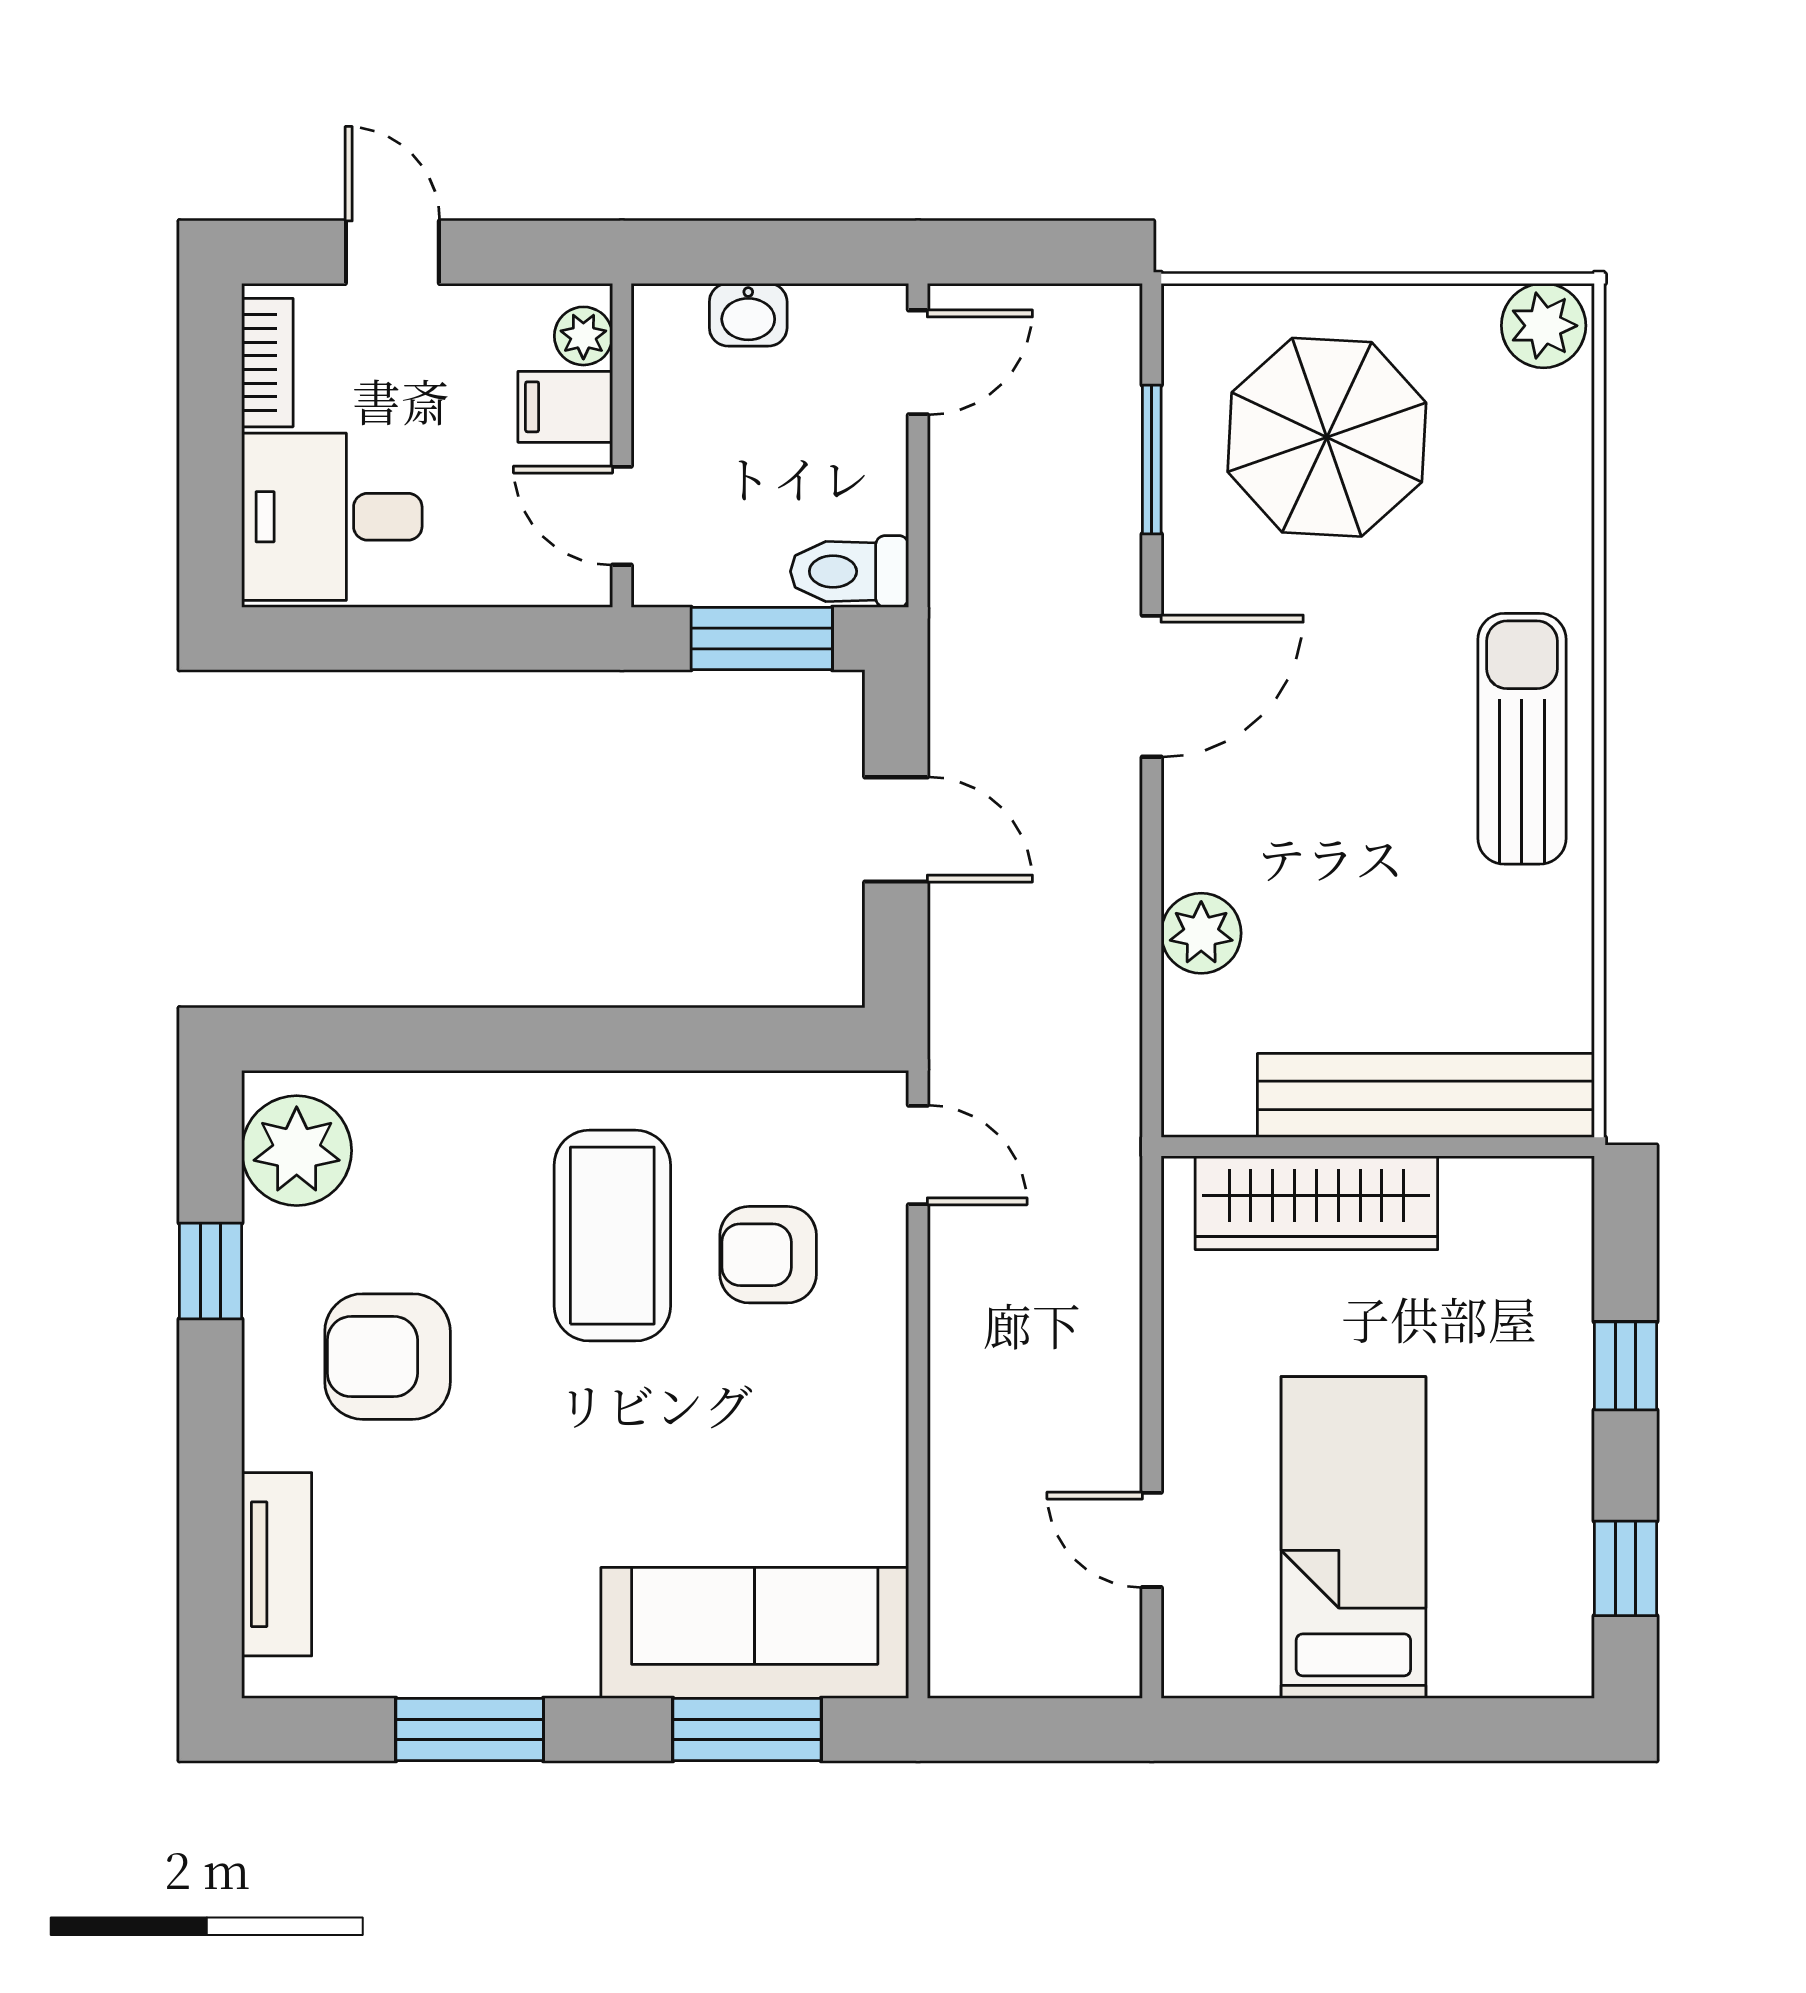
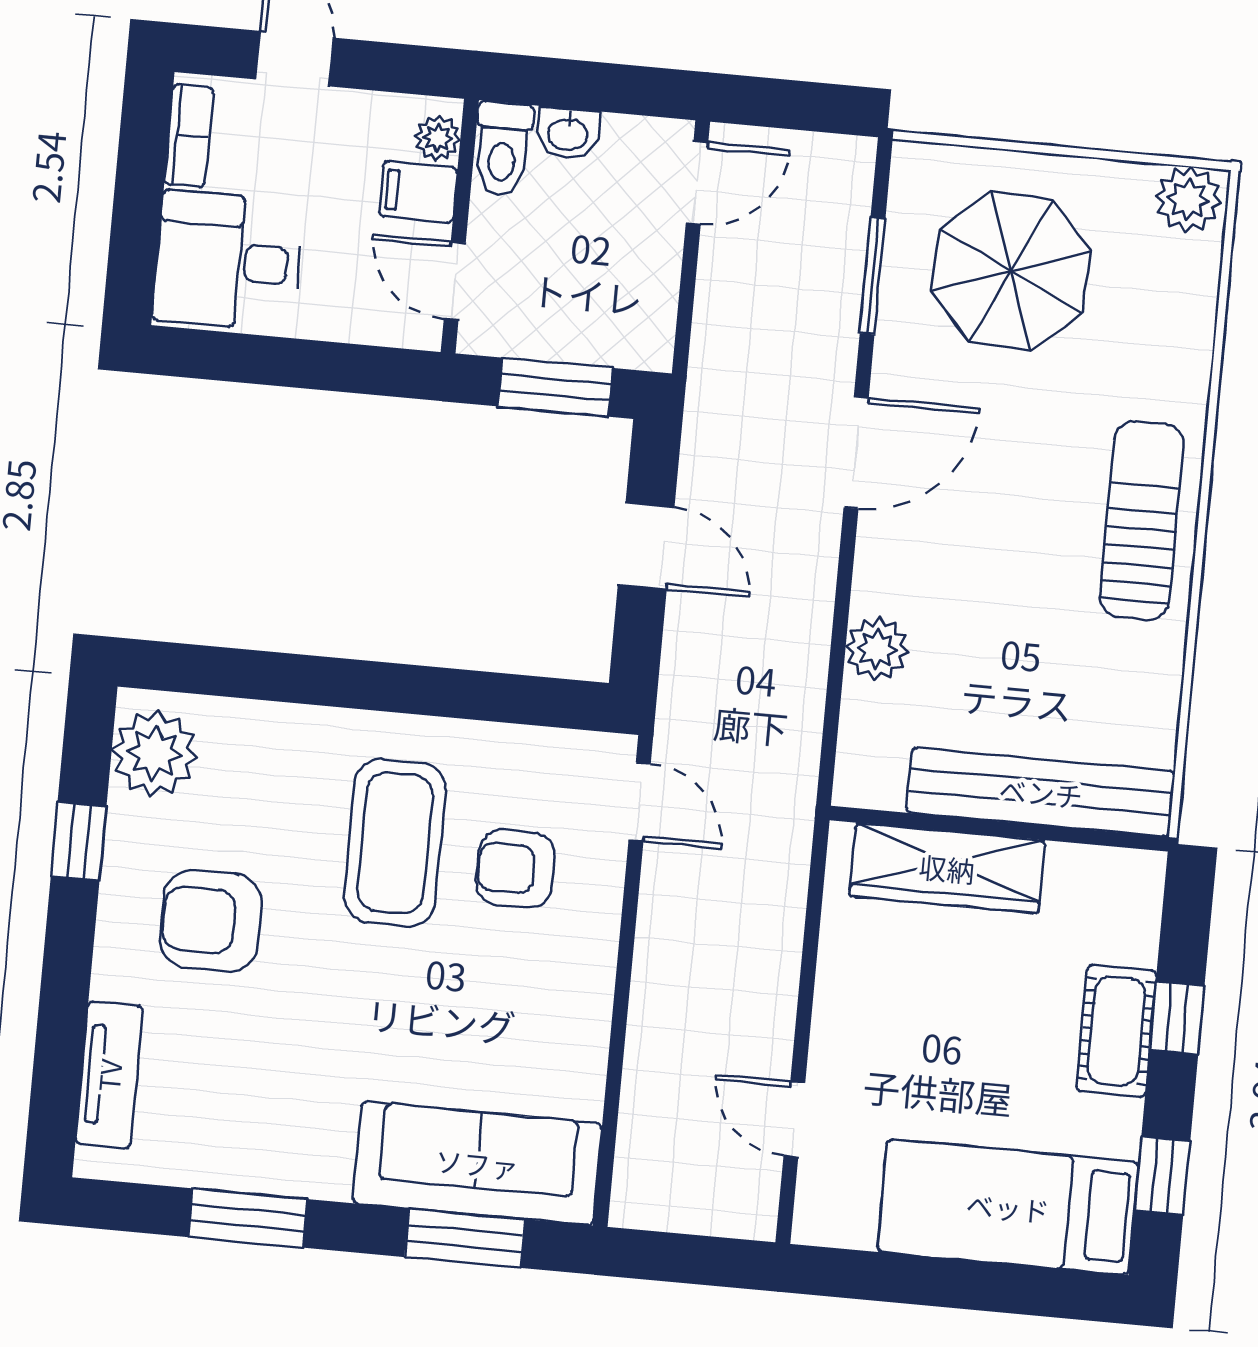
toilet: (850, 571) -> (503, 149), moved, turned -90
cot: (1550, 1390) -> (1116, 1031), added
bed: (1353, 1537) -> (1008, 1207), moved, turned -90

